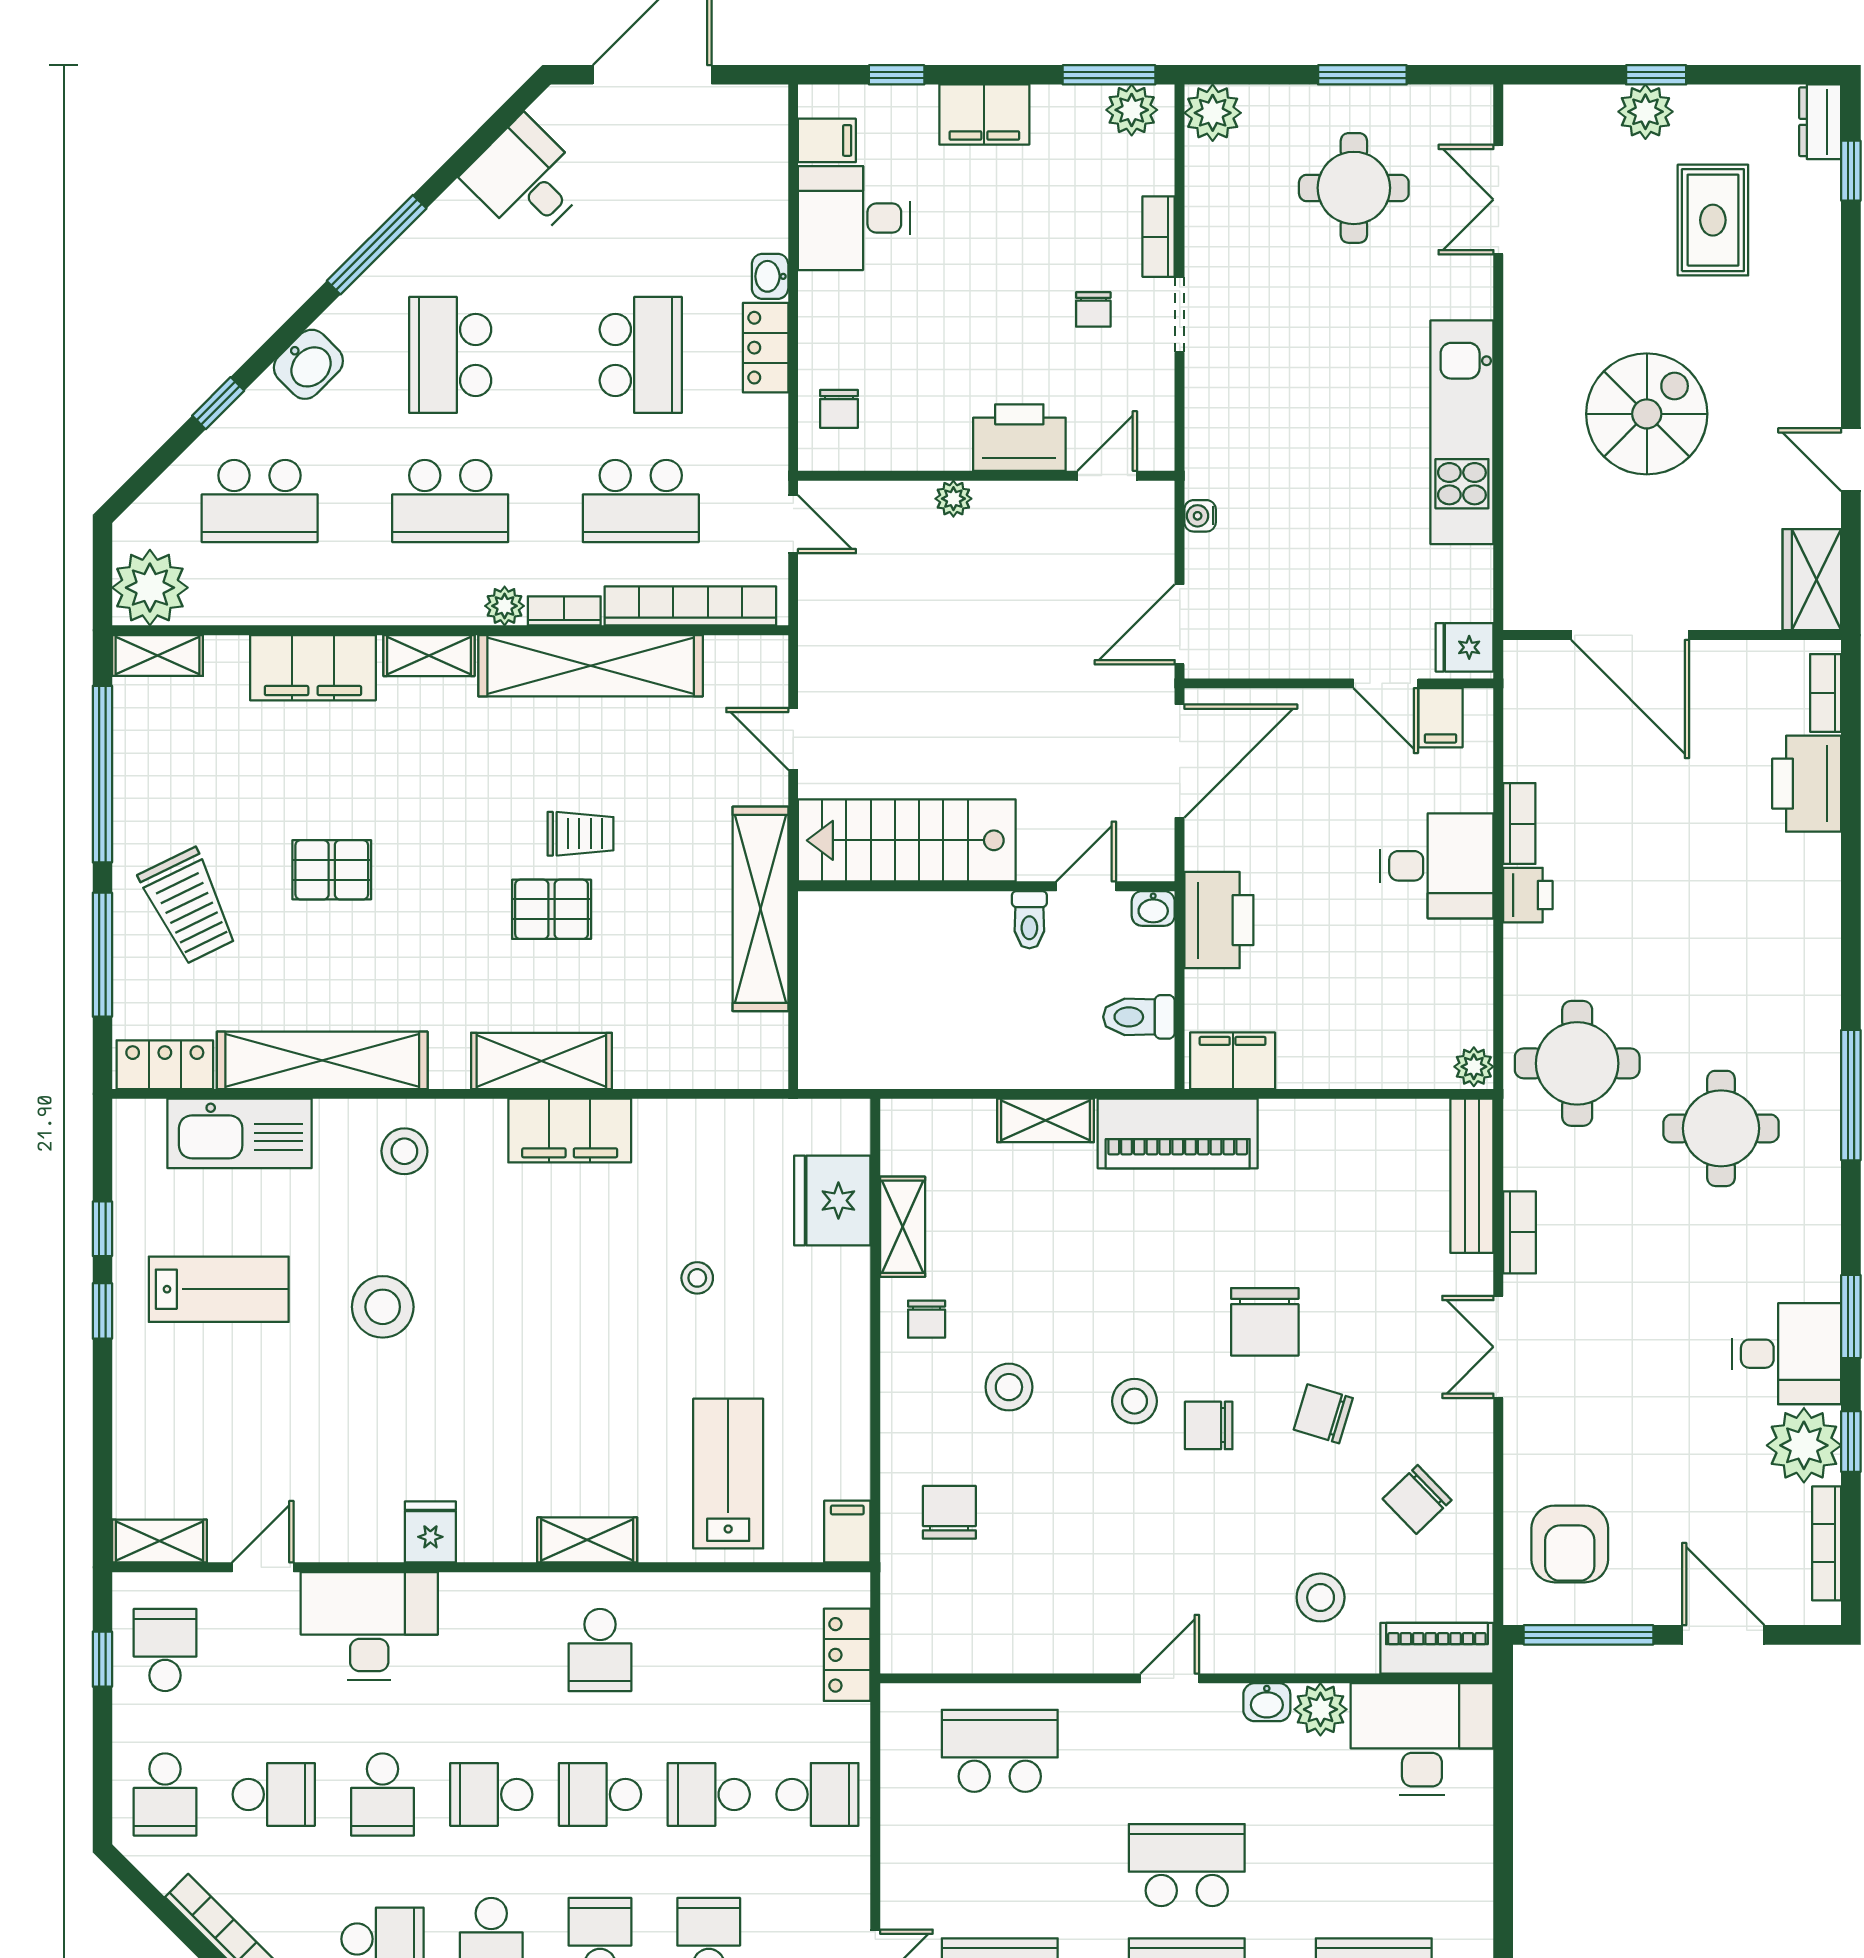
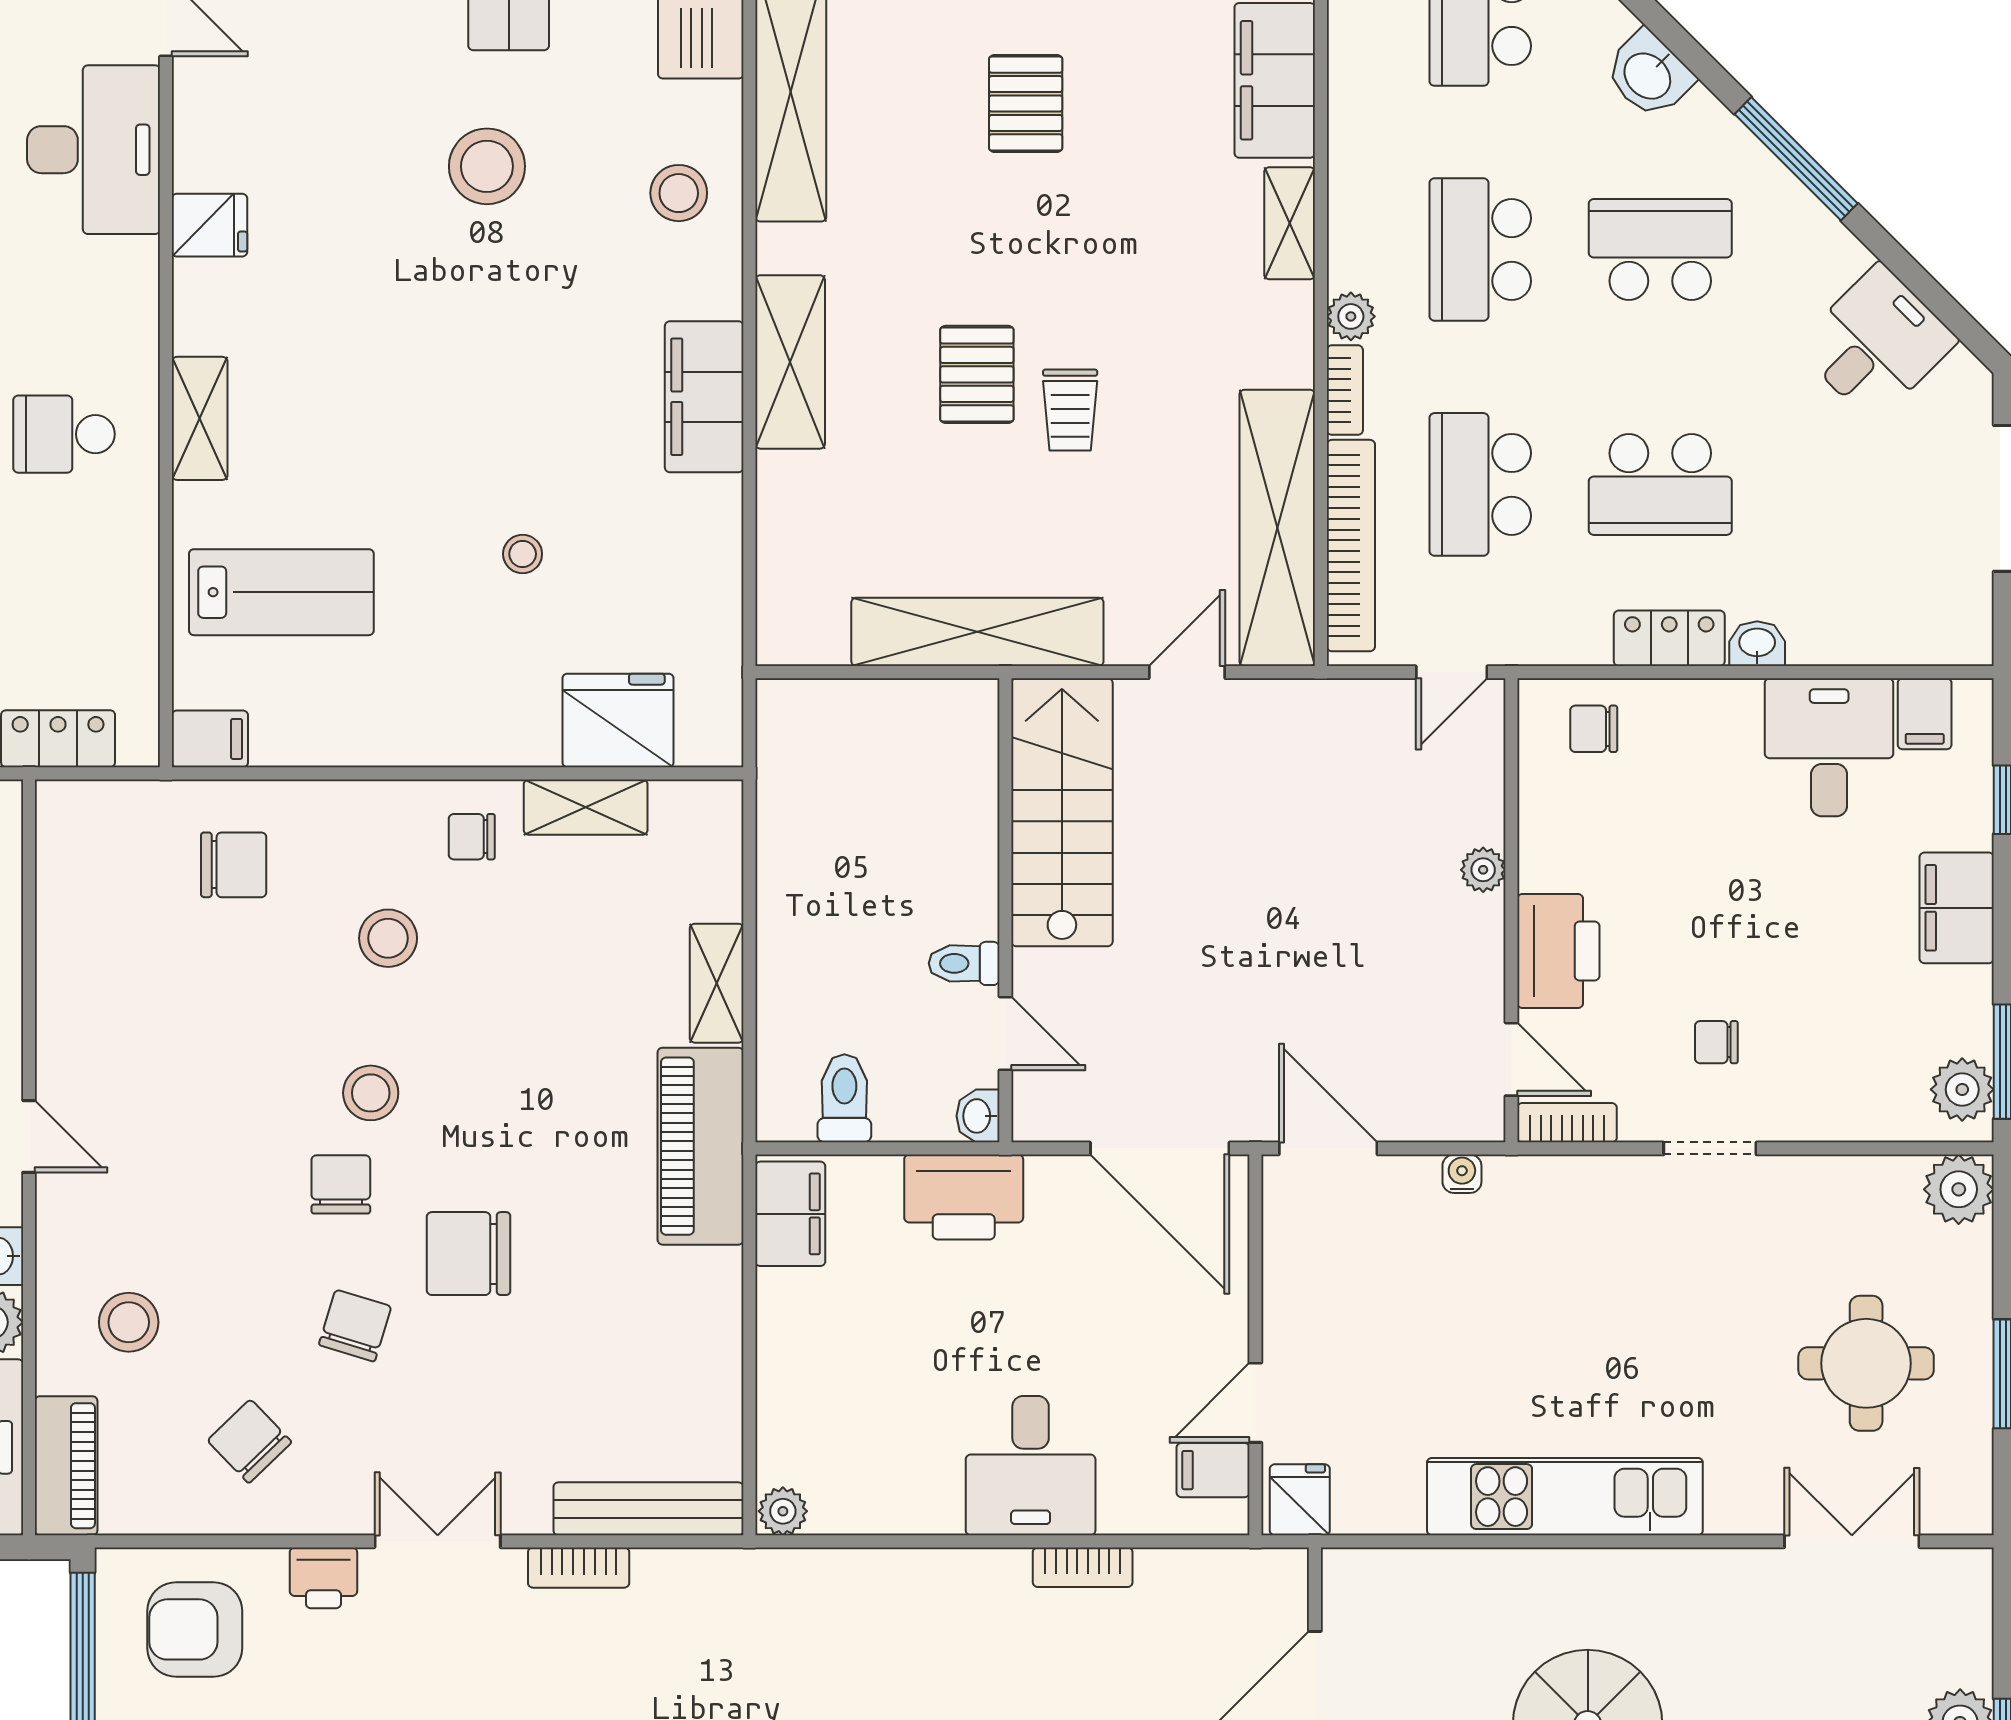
bookcase: (1159, 237) -> (1567, 1123), moved
shelving: (591, 666) -> (1277, 528), moved
printer: (1528, 895) -> (323, 1578), moved
round table: (1577, 1063) -> (787, 1639), removed

